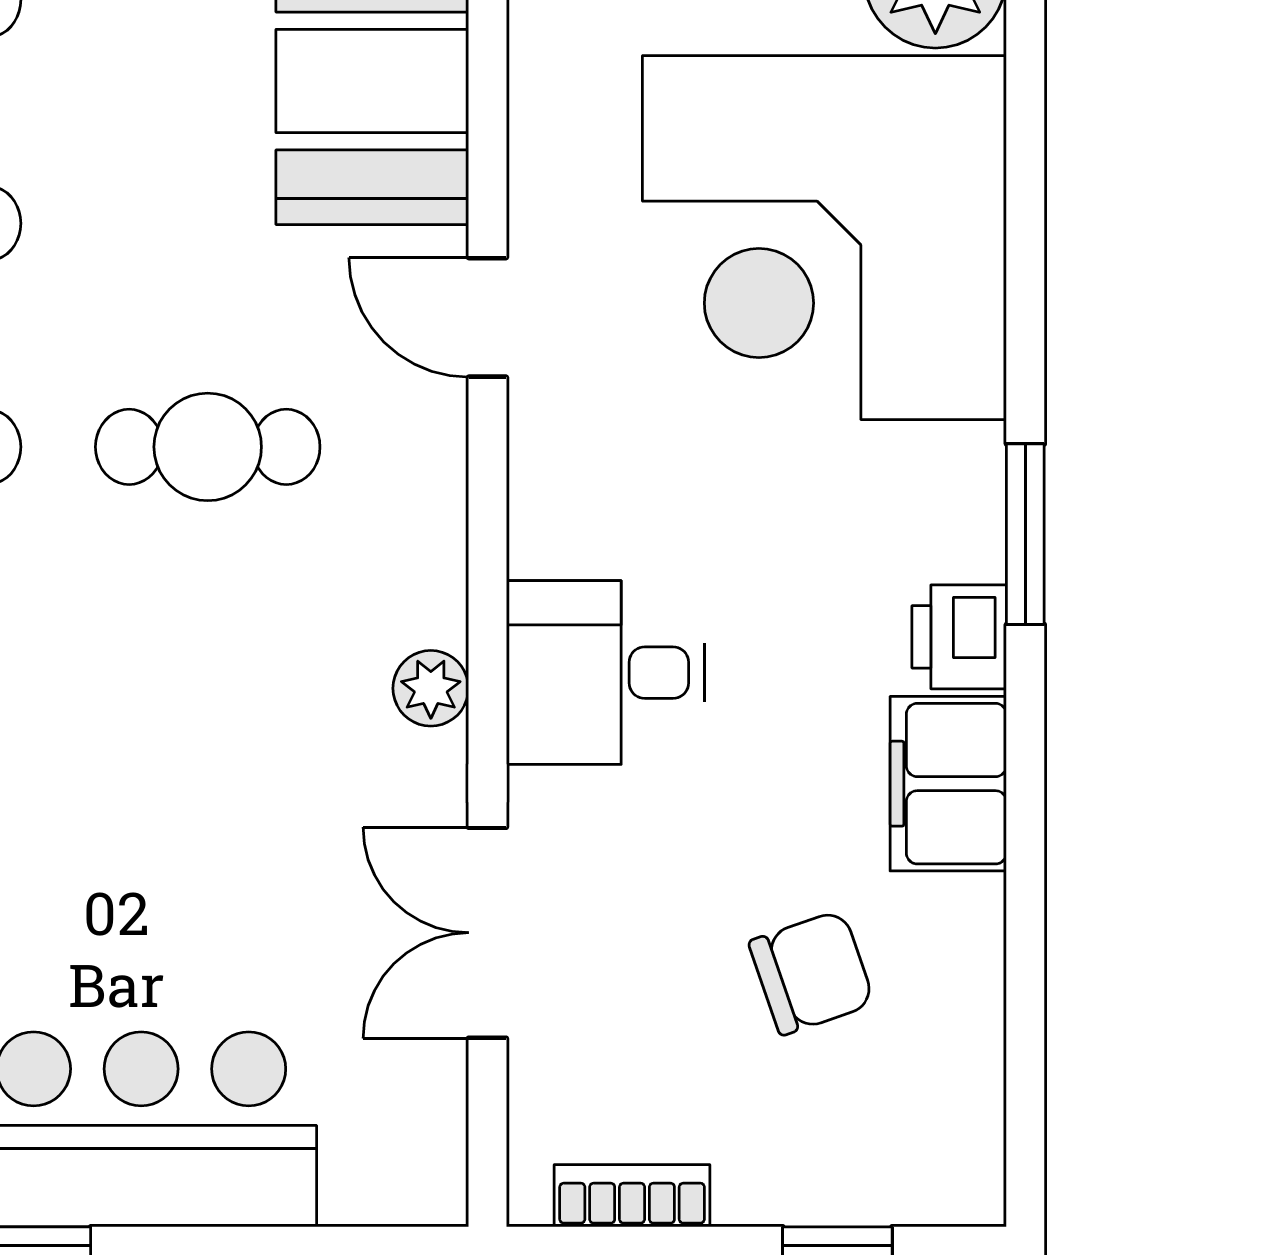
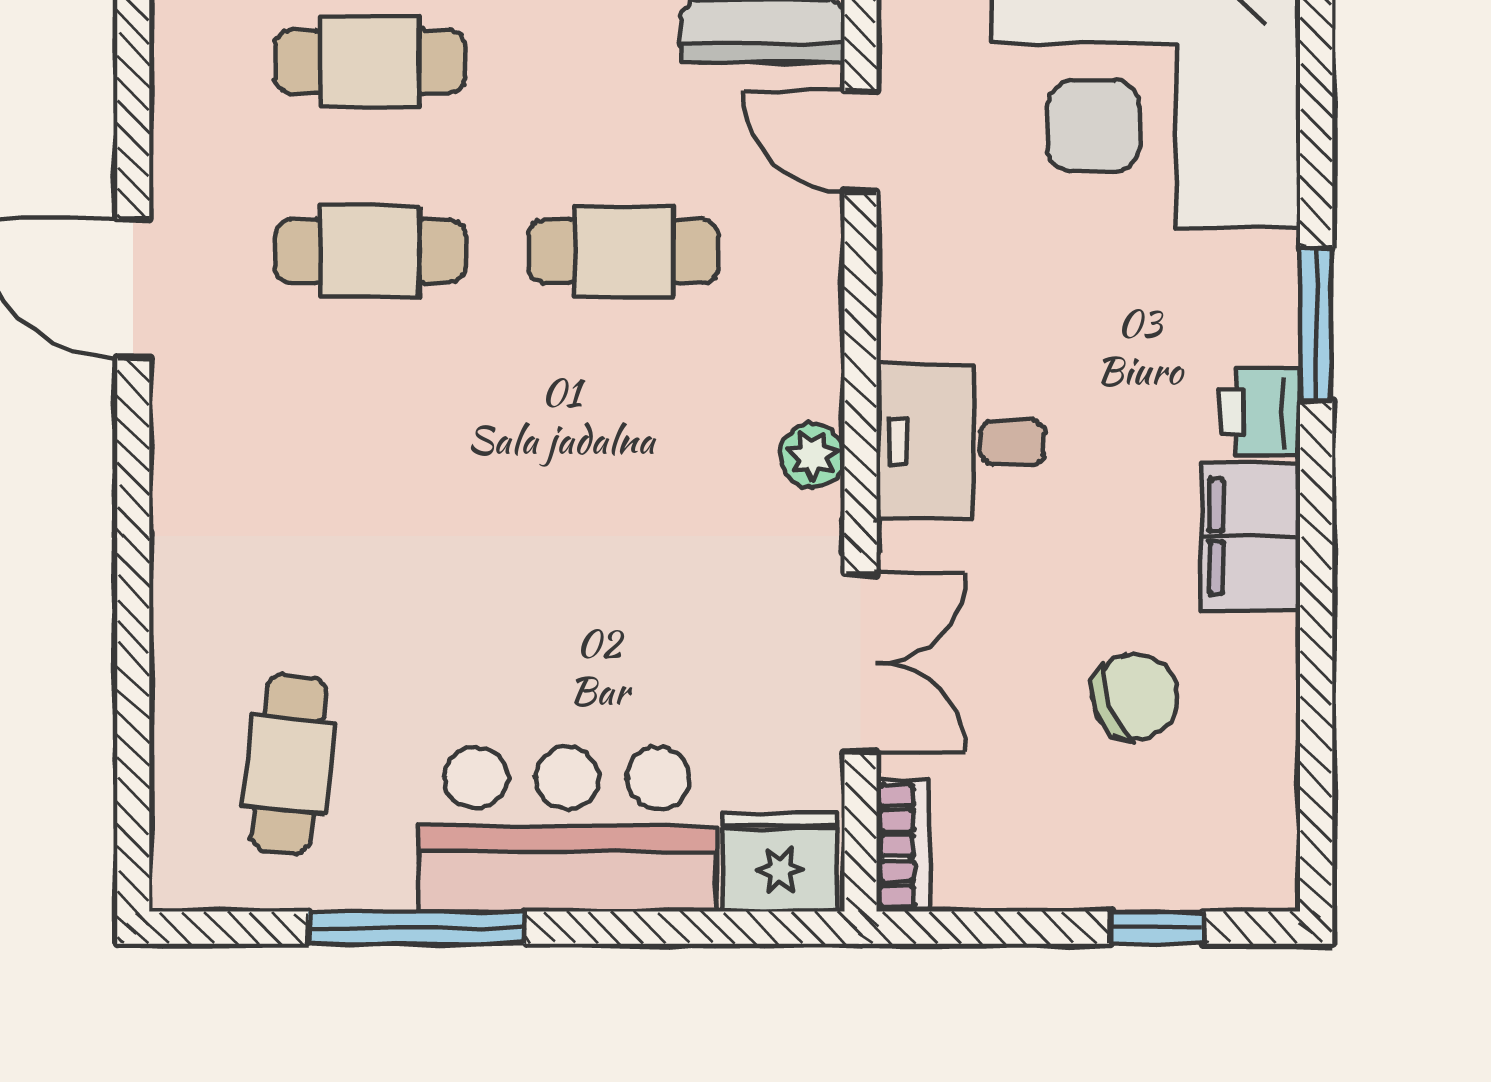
double door: (487, 933) -> (861, 663), swing flipped
fridge: (392, 1168) -> (780, 862), added
bookcase: (632, 1196) -> (903, 846), moved, turned 90

